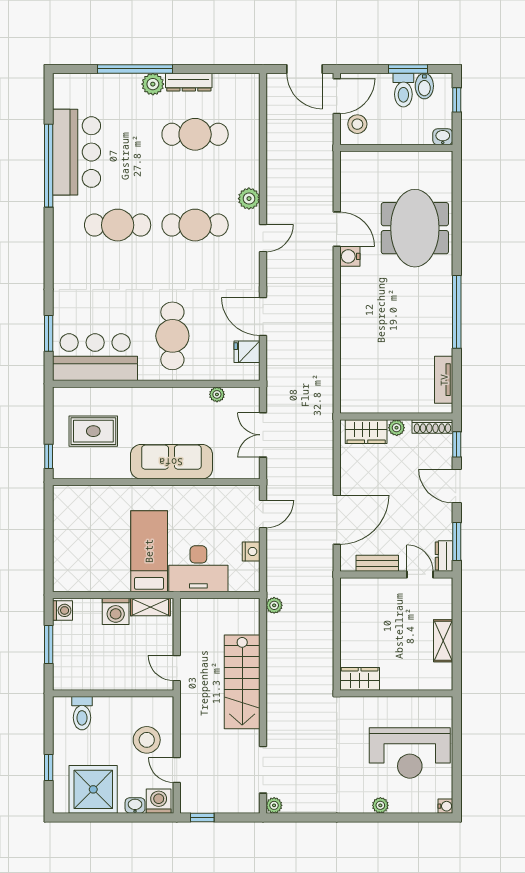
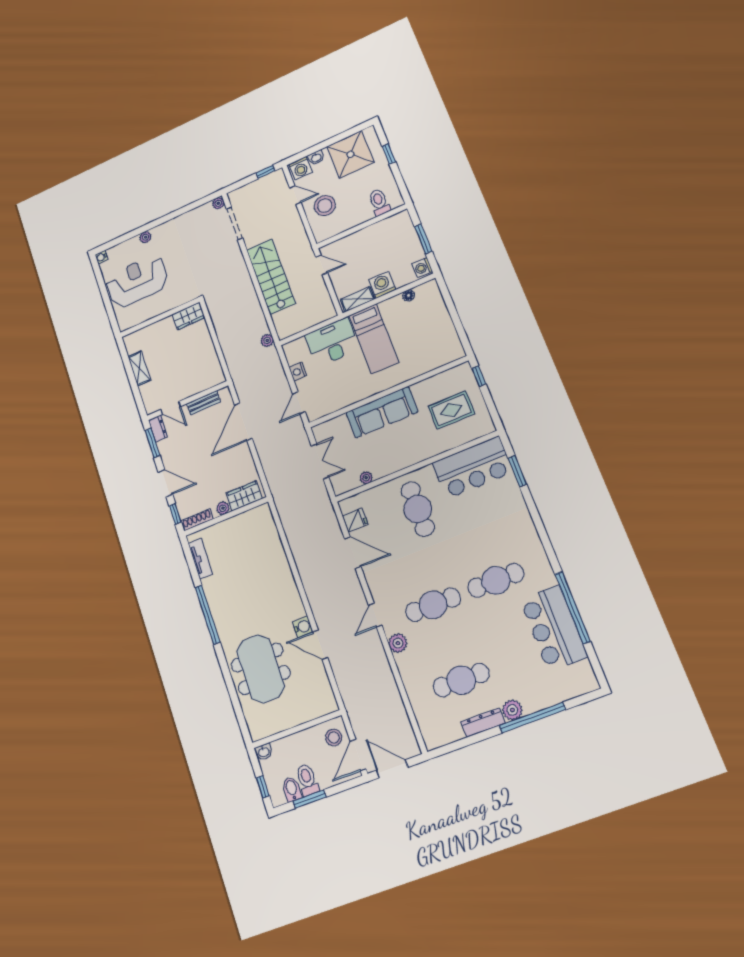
floor lamp: (91, 585) -> (409, 295), added

